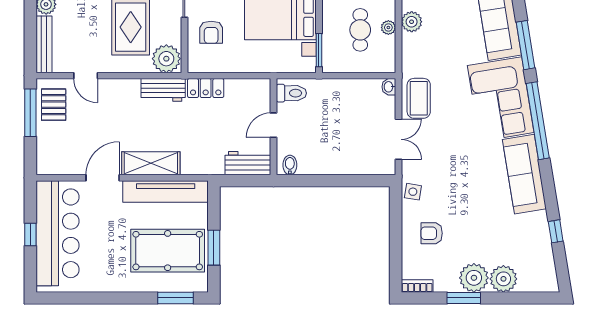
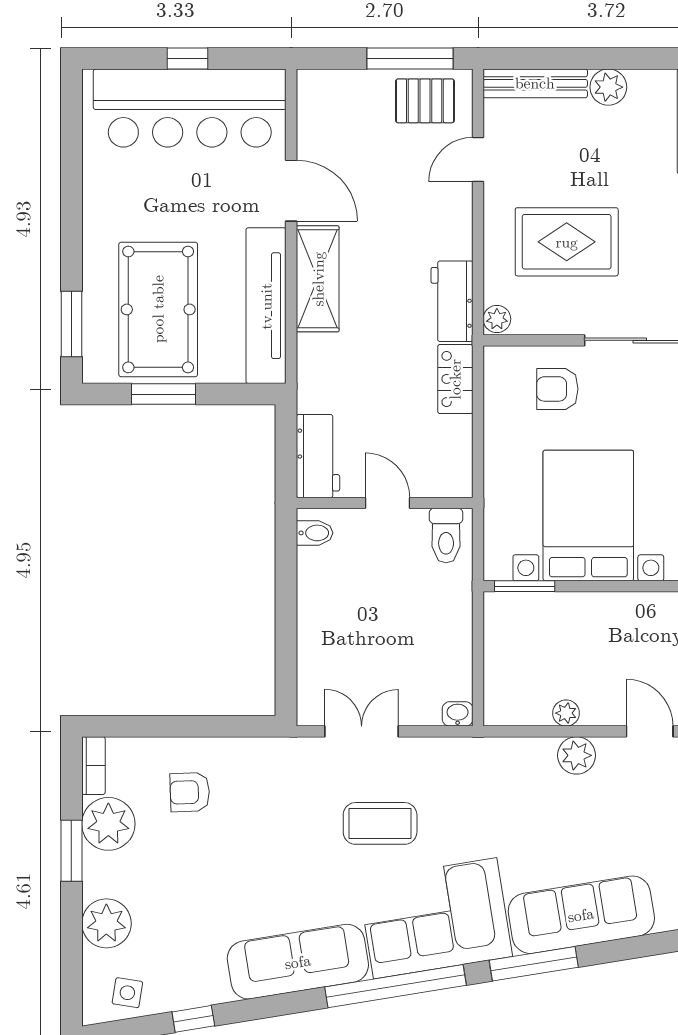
cafe table: (360, 30) -> (562, 662), removed
plant: (166, 59) -> (497, 319), width x0.53, depth x0.53
coffee table: (419, 98) -> (380, 823), moved
double door: (398, 139) -> (362, 731), swing flipped
side table: (413, 192) -> (127, 993), moved
armchair: (432, 233) -> (190, 792), turned -92
plant: (474, 278) -> (108, 824), moved

